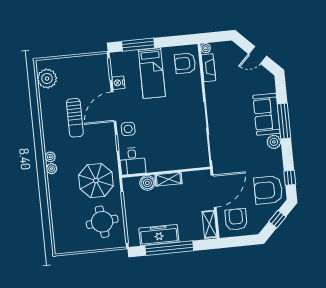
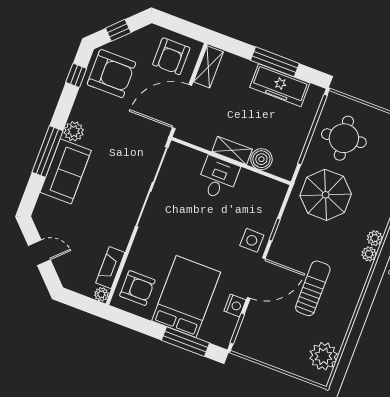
bed: (152, 73) -> (186, 296), width x1.50
desk: (133, 161) -> (218, 178), moved
window: (169, 248) -> (275, 62), width x0.68

